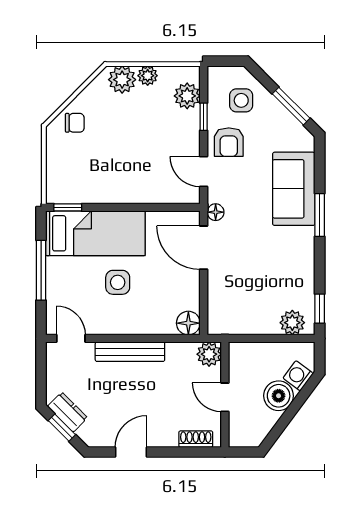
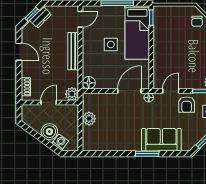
armchair: (229, 142) -> (187, 105), turned -90
window: (320, 309) -> (97, 154), removed
plant: (292, 323) -> (89, 119), moved

